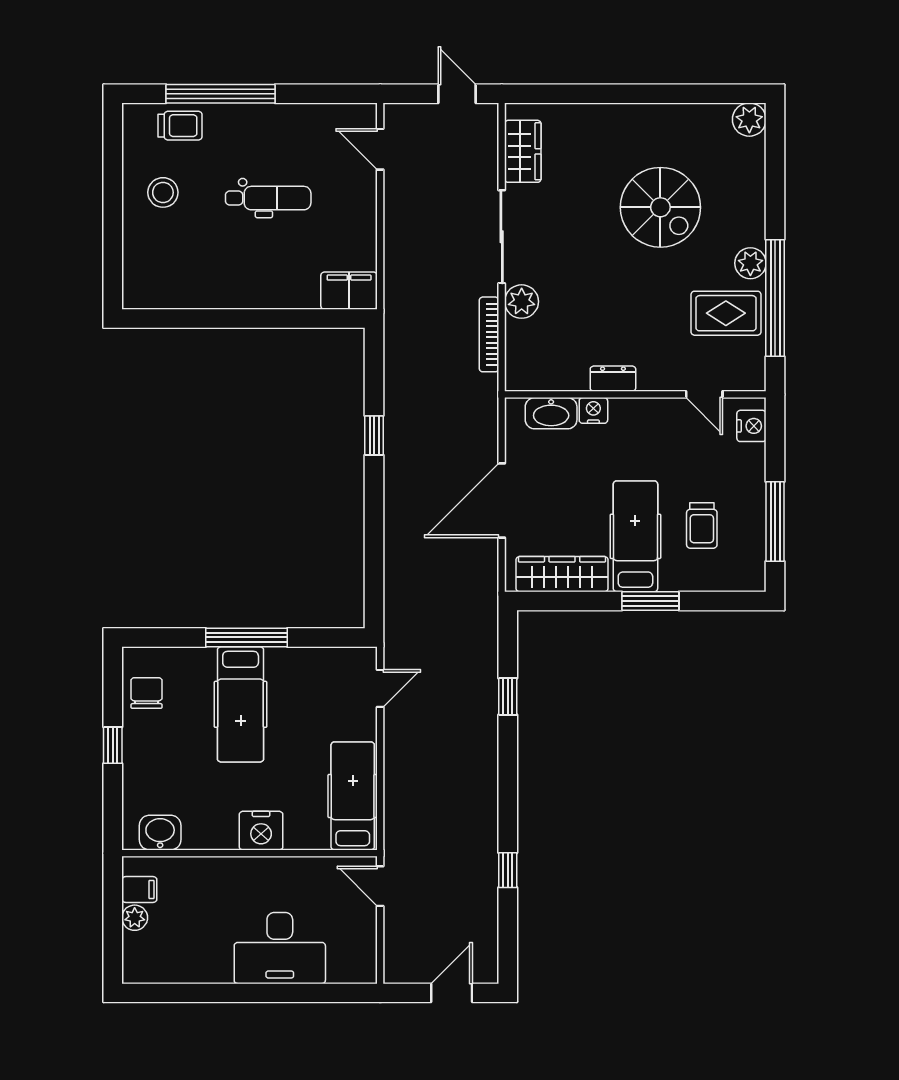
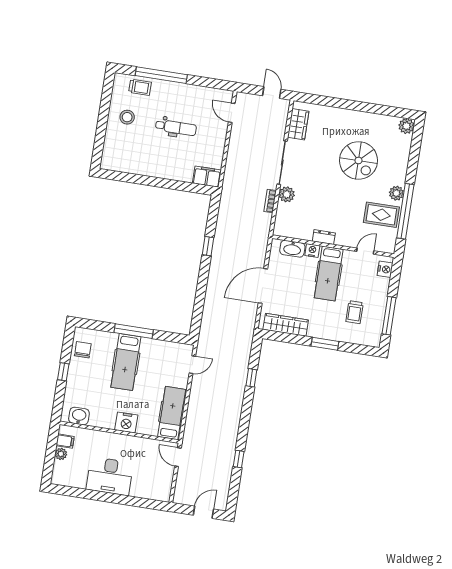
bookcase: (489, 334) -> (270, 201), width x0.64
door: (704, 394) -> (365, 251), swing flipped
hospital bed: (635, 536) -> (329, 273), moved, turned 180
desk: (280, 948) -> (110, 476), moved

